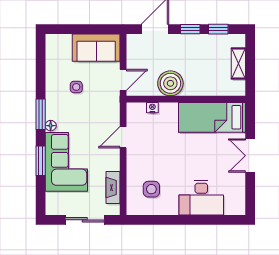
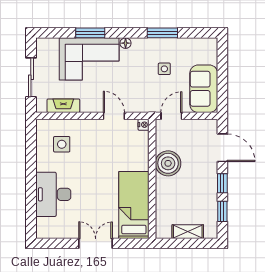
door: (123, 80) -> (171, 116), swing flipped
nightstand: (152, 108) -> (144, 125), moved
window: (41, 114) -> (162, 33), moved

